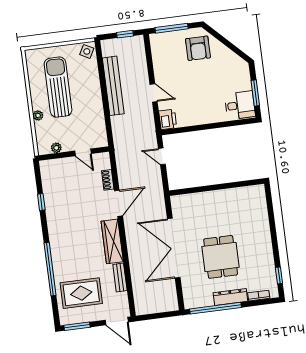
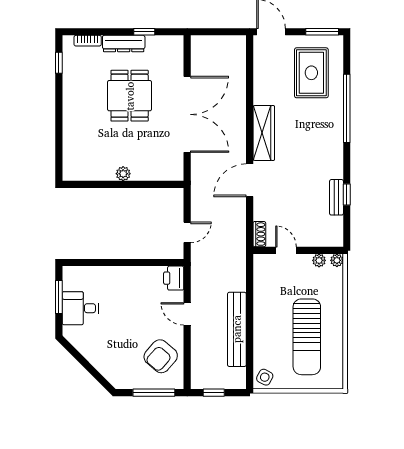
armchair: (198, 48) -> (161, 356), moved, turned -139
desk: (240, 105) -> (80, 308), moved
plant: (38, 115) -> (337, 260), moved
door: (162, 156) -> (187, 232), hinge flipped
shoe rack: (108, 180) -> (259, 234), moved
plant: (218, 196) -> (123, 174), added
bench: (120, 277) -> (336, 197), moved
rug: (81, 293) -> (311, 73), turned 90
window: (216, 308) -> (144, 32), width x0.32

